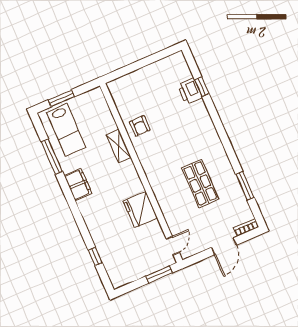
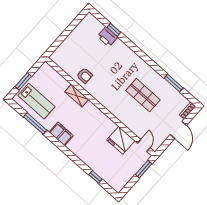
fridge: (140, 210) -> (121, 140), moved

